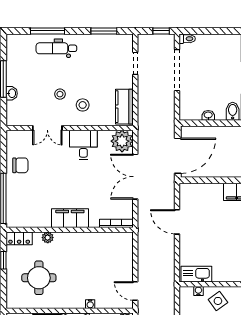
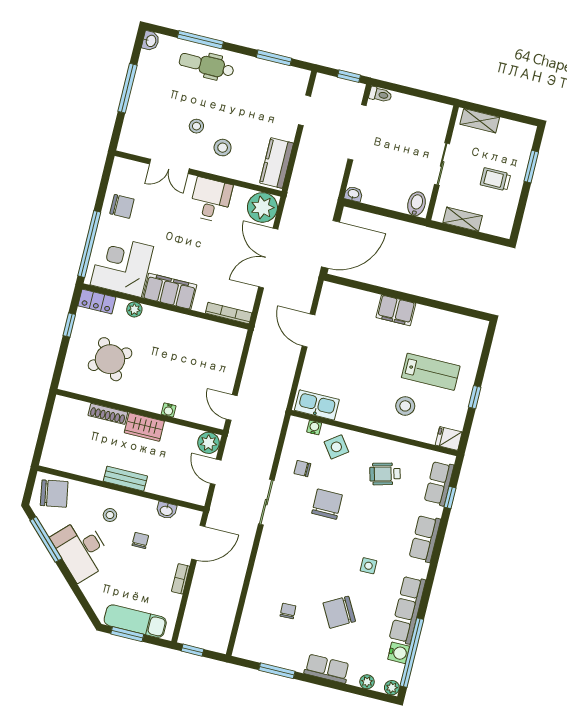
washbasin: (12, 93) -> (151, 41), moved
washbasin: (208, 115) -> (353, 194), moved
corner desk: (31, 208) -> (122, 266), added
round table: (39, 278) -> (110, 359), turned -34

